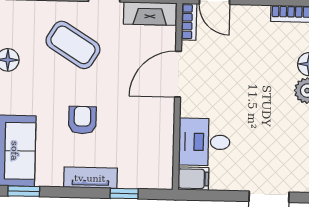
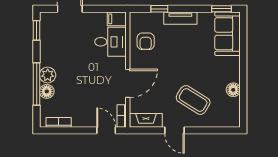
armchair: (82, 120) -> (146, 41), moved

